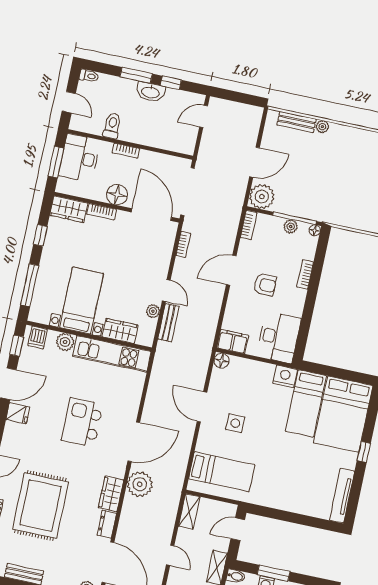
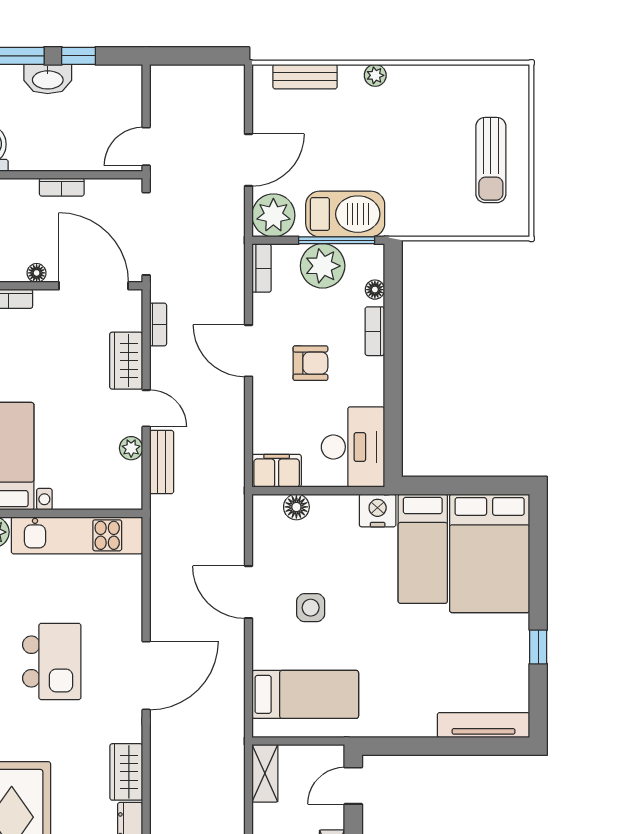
door: (204, 116) -> (146, 146), moved
plant: (322, 127) -> (375, 75), moved
bookcase: (126, 151) -> (62, 187), moved
floor lamp: (117, 195) -> (37, 273), width x0.53, depth x0.53
barbecue: (303, 205) -> (345, 214), added
plant: (291, 227) -> (323, 266), width x1.88, depth x1.88
floor lamp: (315, 230) -> (375, 290), moved
door: (231, 270) -> (249, 351), hinge flipped
wardrobe: (120, 331) -> (126, 361), moved, turned -90
floor lamp: (222, 361) -> (296, 507), moved
kitchen island: (82, 422) -> (52, 661), turned 180
window: (364, 452) -> (538, 647), moved
plant: (140, 484) -> (172, 745), removed
tv unit: (342, 496) -> (483, 725), moved, turned 90

